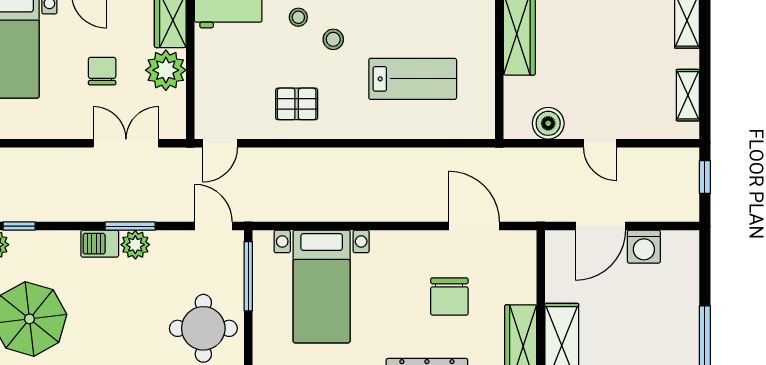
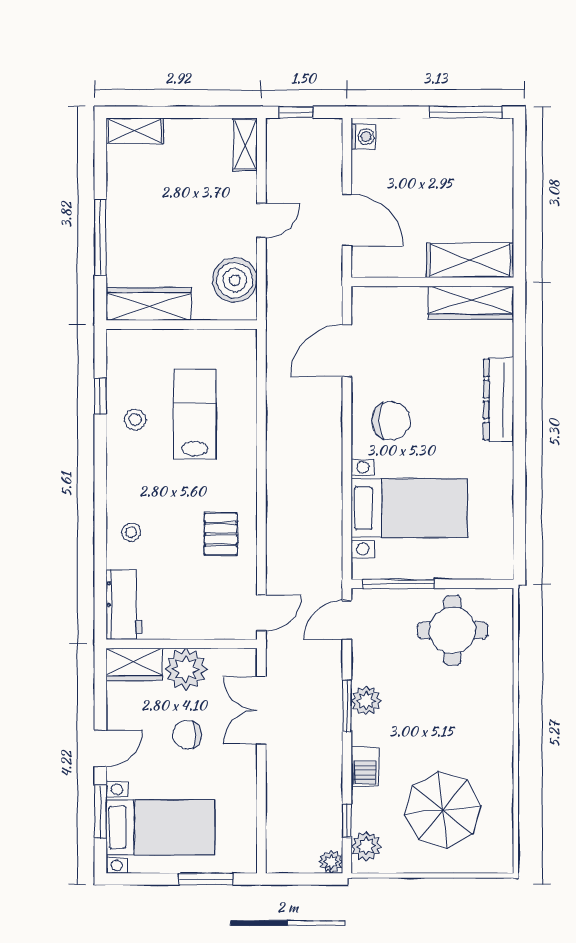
stool: (333, 39) -> (135, 420), moved
shelving: (688, 95) -> (245, 144), moved, turned 90
boiler: (548, 123) -> (235, 280), width x1.37, depth x1.37
door: (220, 143) -> (261, 613), hinge flipped
barbecue: (100, 244) -> (365, 767), moved
washing machine: (644, 247) -> (363, 137), moved, width x0.73, depth x0.73
chair: (449, 297) -> (391, 421), moved

